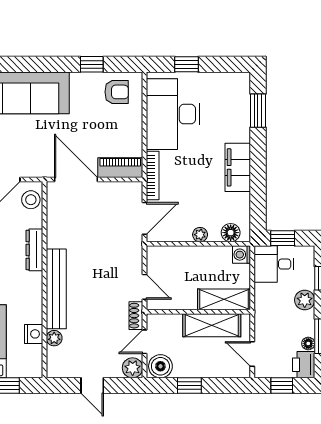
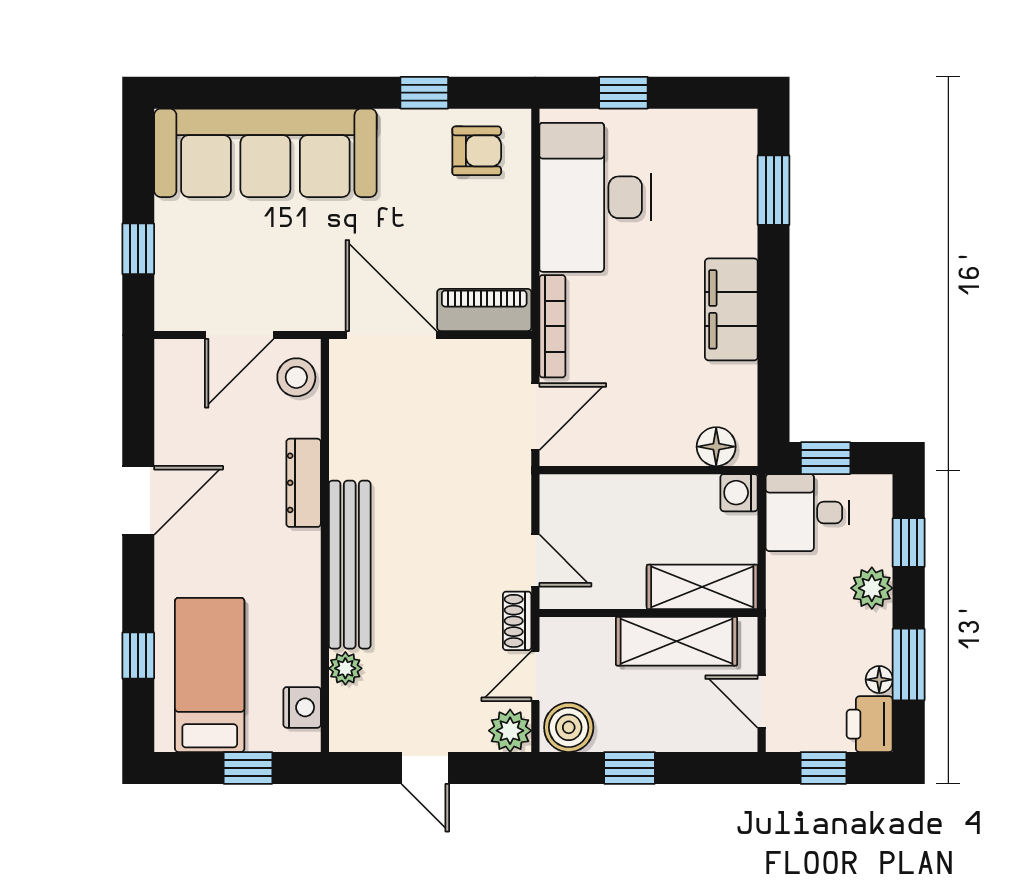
plant: (200, 235) -> (652, 451), removed
nightstand: (34, 334) -> (302, 707), moved

